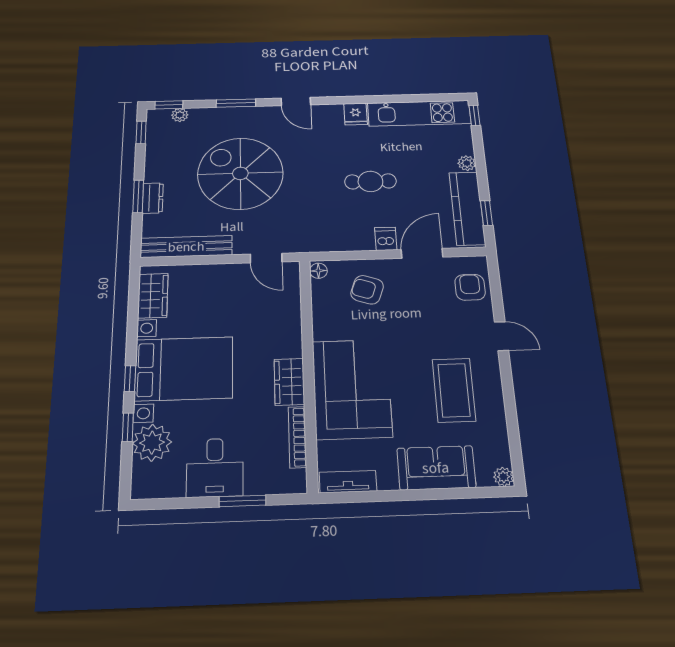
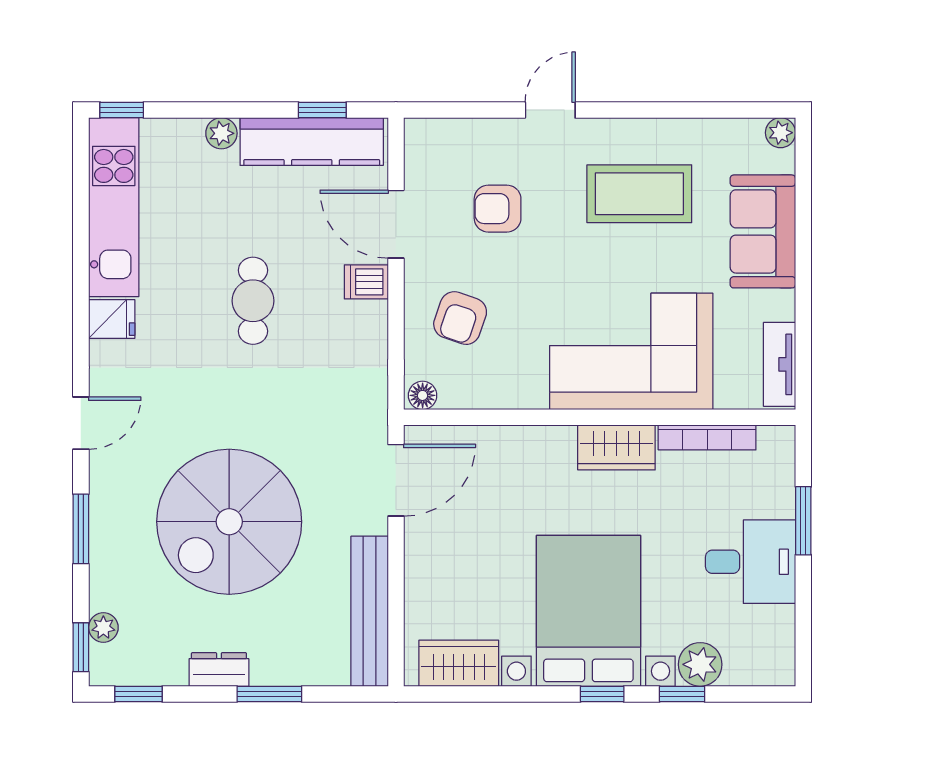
dresser: (153, 198) -> (219, 669), moved
door: (266, 258) -> (396, 480), width x1.38
armchair: (470, 287) -> (498, 209), moved
plant: (152, 443) -> (700, 664), width x0.73, depth x0.73

